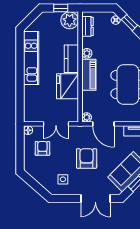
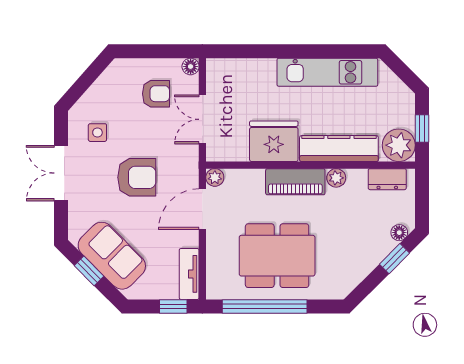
kitchen counter: (71, 59) -> (339, 149), width x1.50
double door: (95, 199) -> (61, 173), moved

